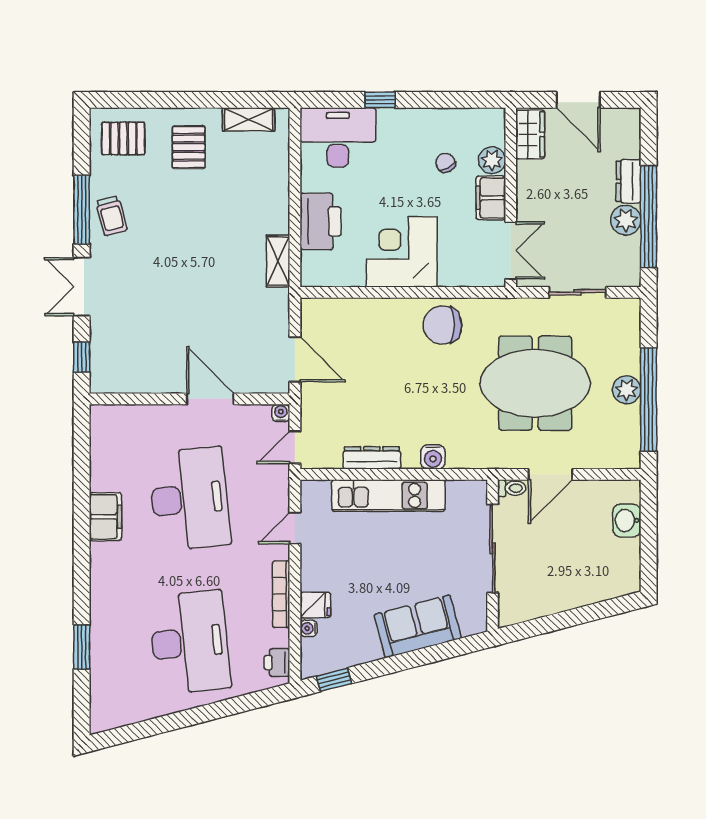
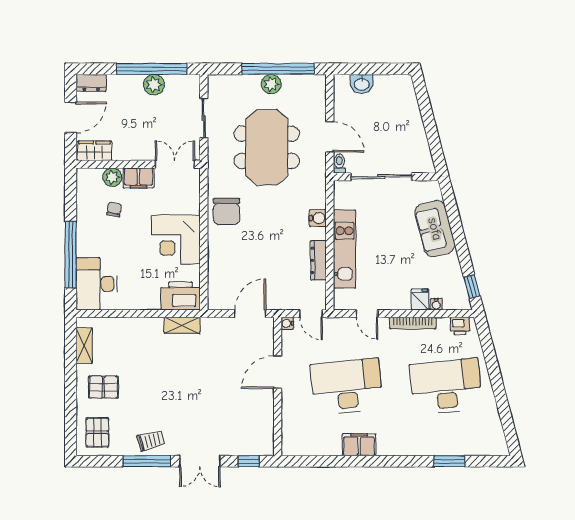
window: (380, 100) -> (71, 255), width x3.17
chair: (445, 163) -> (114, 209), turned 128
dresser: (628, 181) -> (91, 83), moved
printer: (320, 221) -> (181, 296), moved

